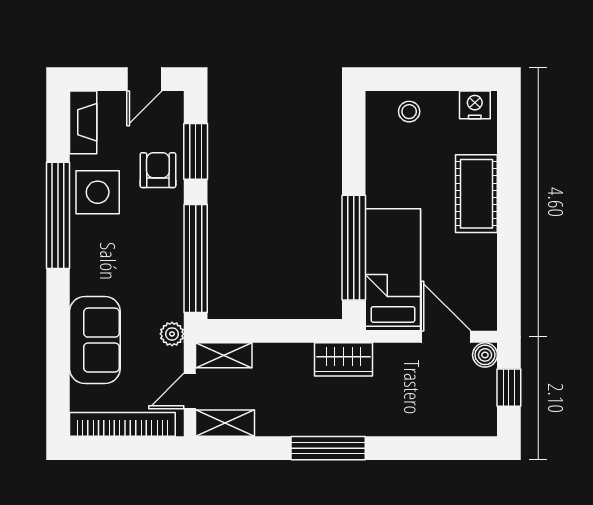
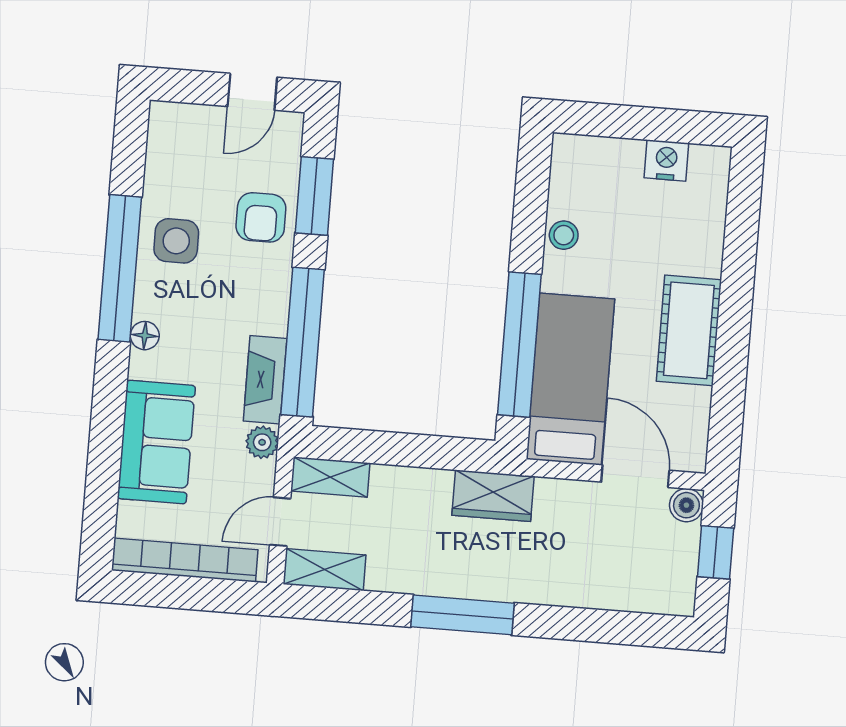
nightstand: (475, 105) -> (666, 161), moved
stool: (409, 112) -> (564, 235), moved
fireplace: (83, 122) -> (265, 380), moved, turned 180
armchair: (158, 170) -> (261, 217), turned 180
side table: (98, 192) -> (176, 241), width x0.73, depth x0.73
cot: (476, 194) -> (689, 330), moved
floor lamp: (80, 263) -> (145, 336), added

